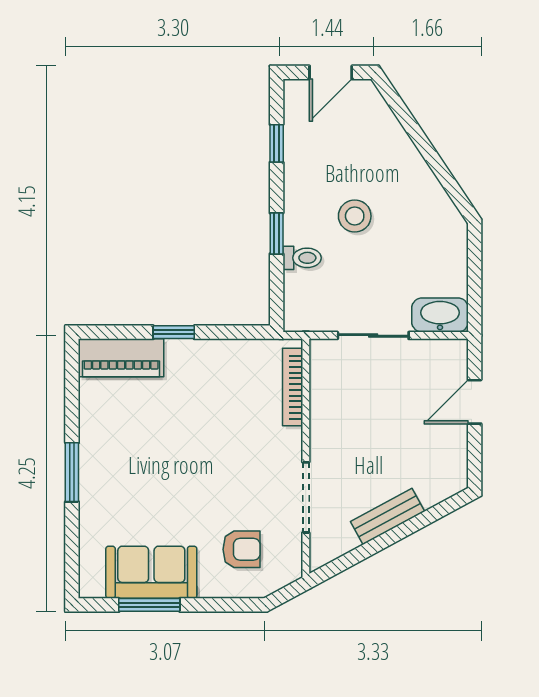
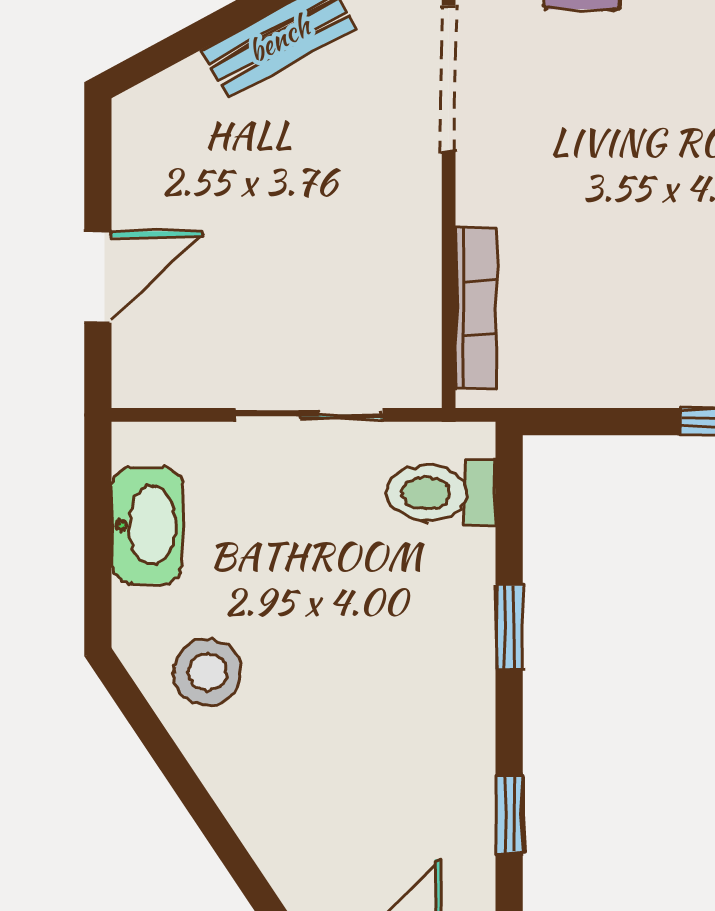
stool: (355, 216) -> (207, 672), moved
toilet: (302, 258) -> (441, 493), moved, width x1.37, depth x1.39
washbasin: (440, 315) -> (147, 525), moved, turned -90

